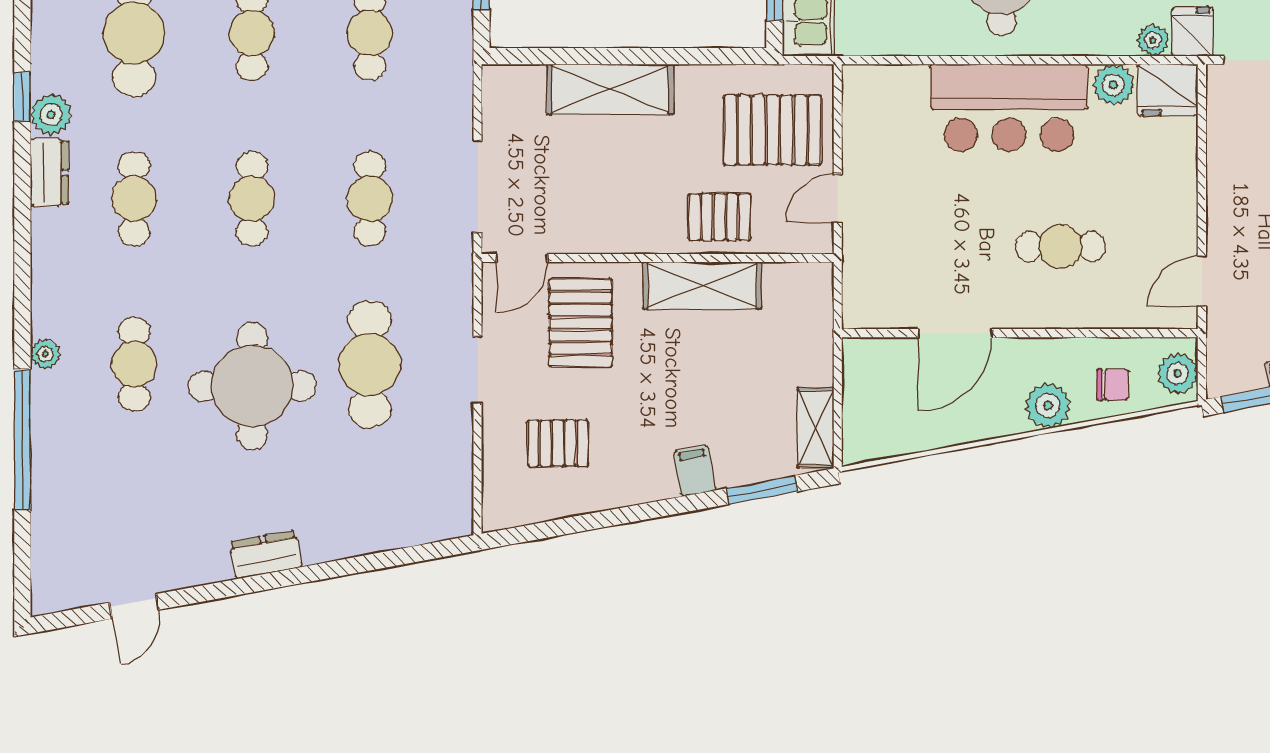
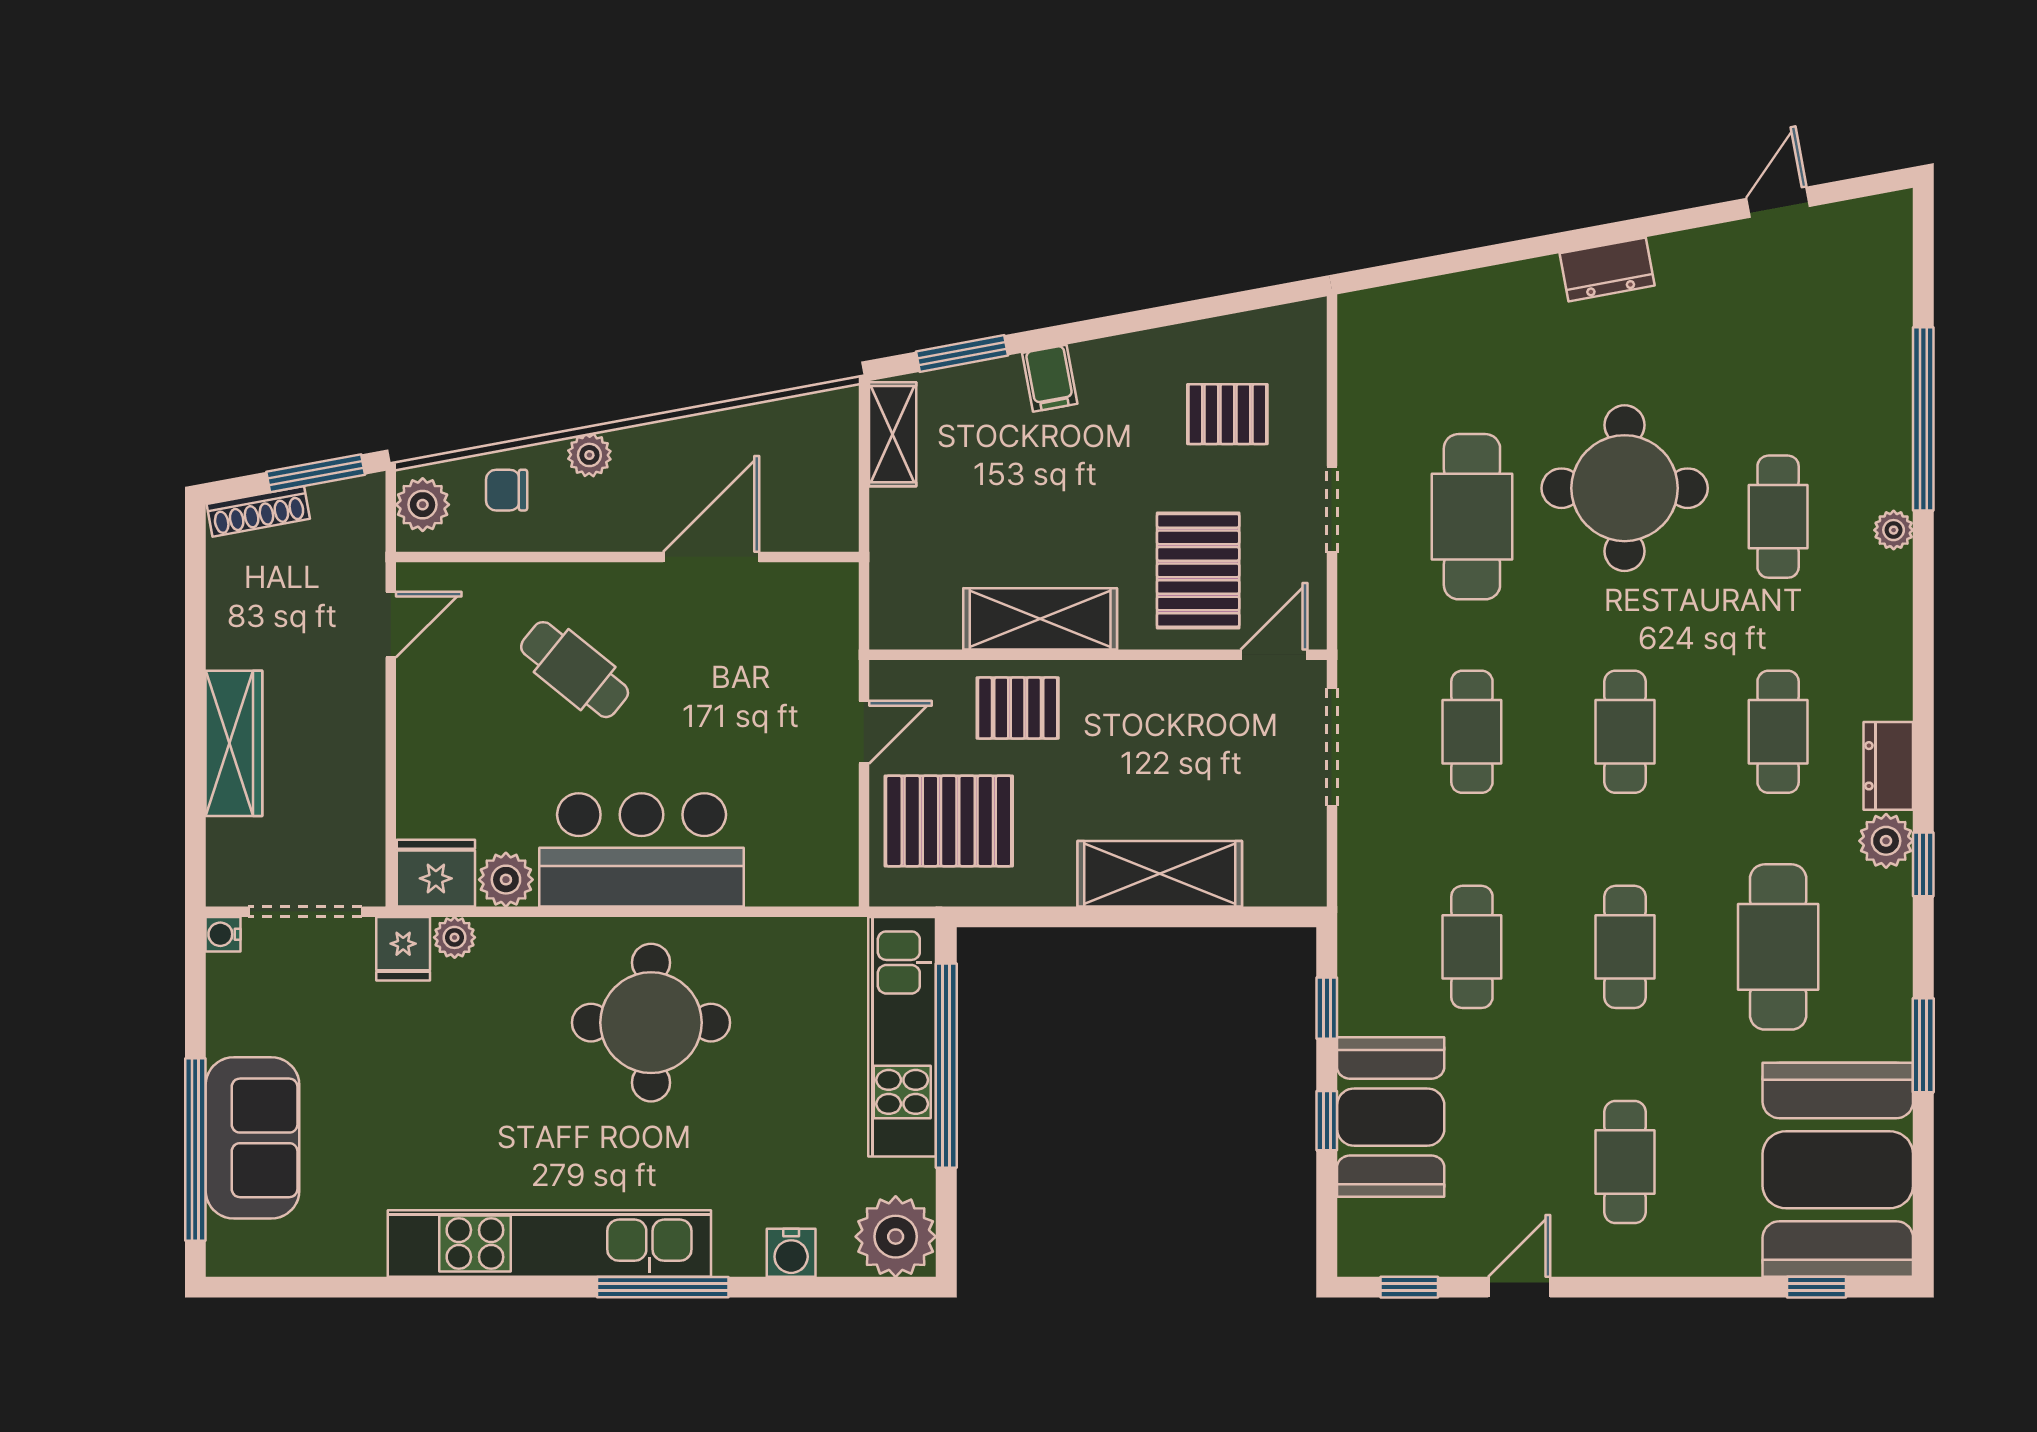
cafe table: (1060, 247) -> (575, 670), turned 39
plant: (1048, 406) -> (589, 455), width x0.73, depth x0.73

